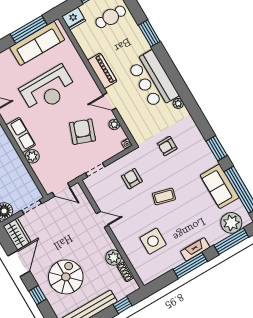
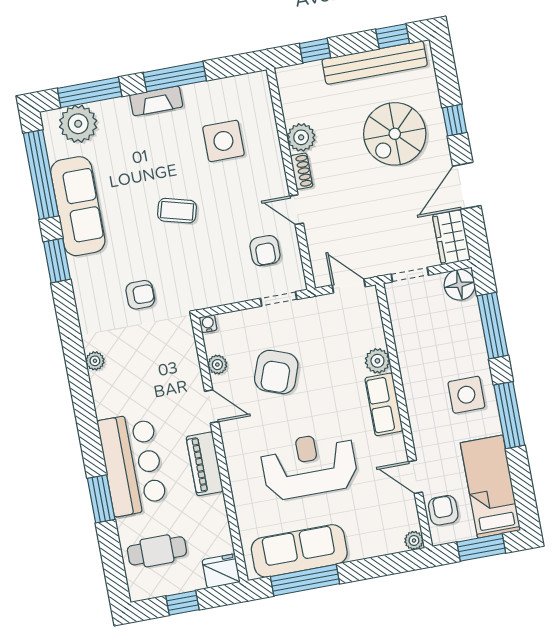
bar counter: (153, 80) -> (132, 464), moved
armchair: (132, 179) -> (265, 251), moved
sofa: (220, 186) -> (78, 206), width x1.36
shoe rack: (125, 272) -> (302, 171), moved

